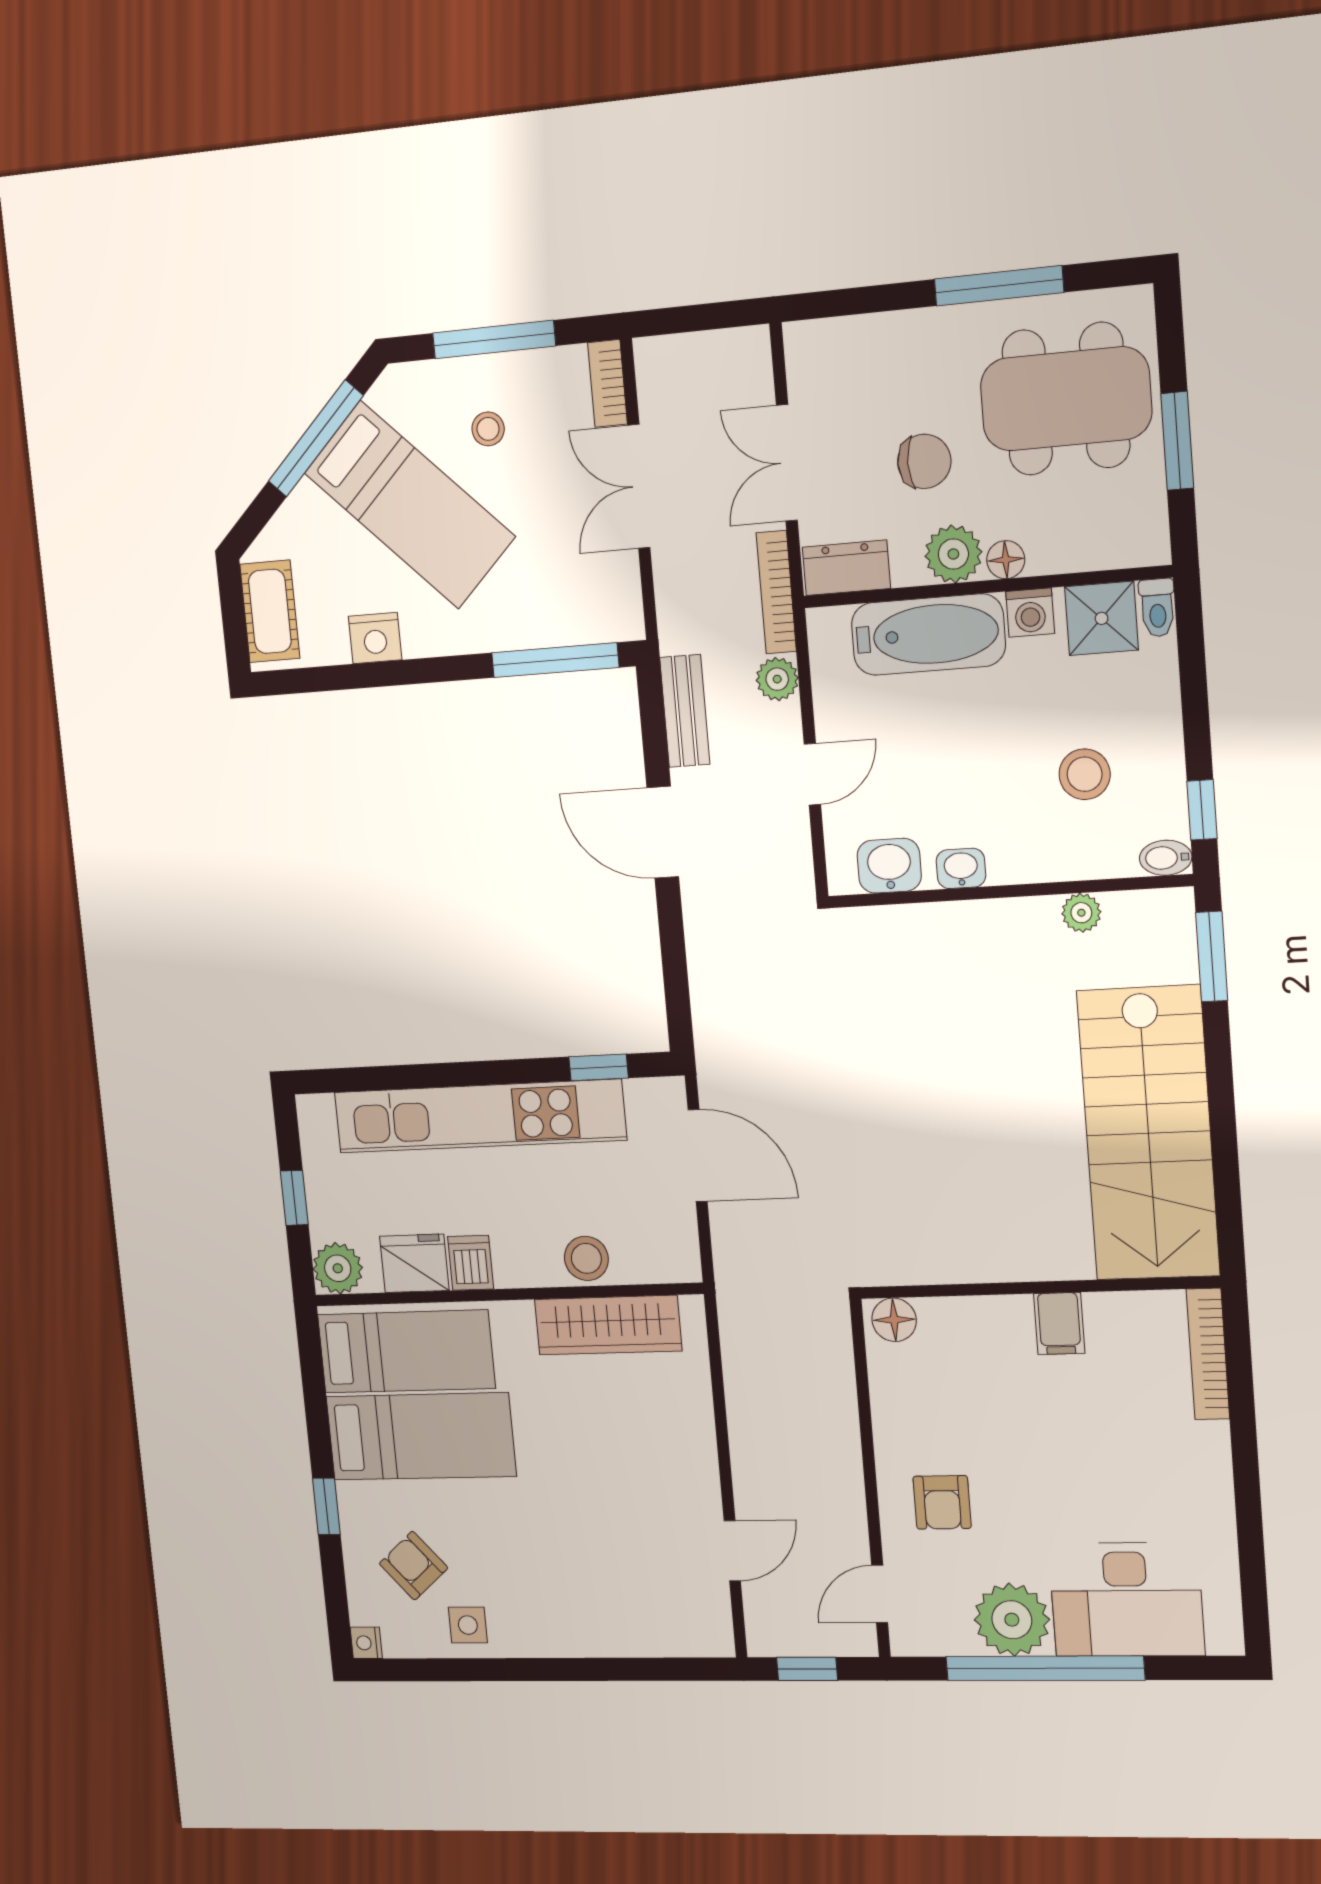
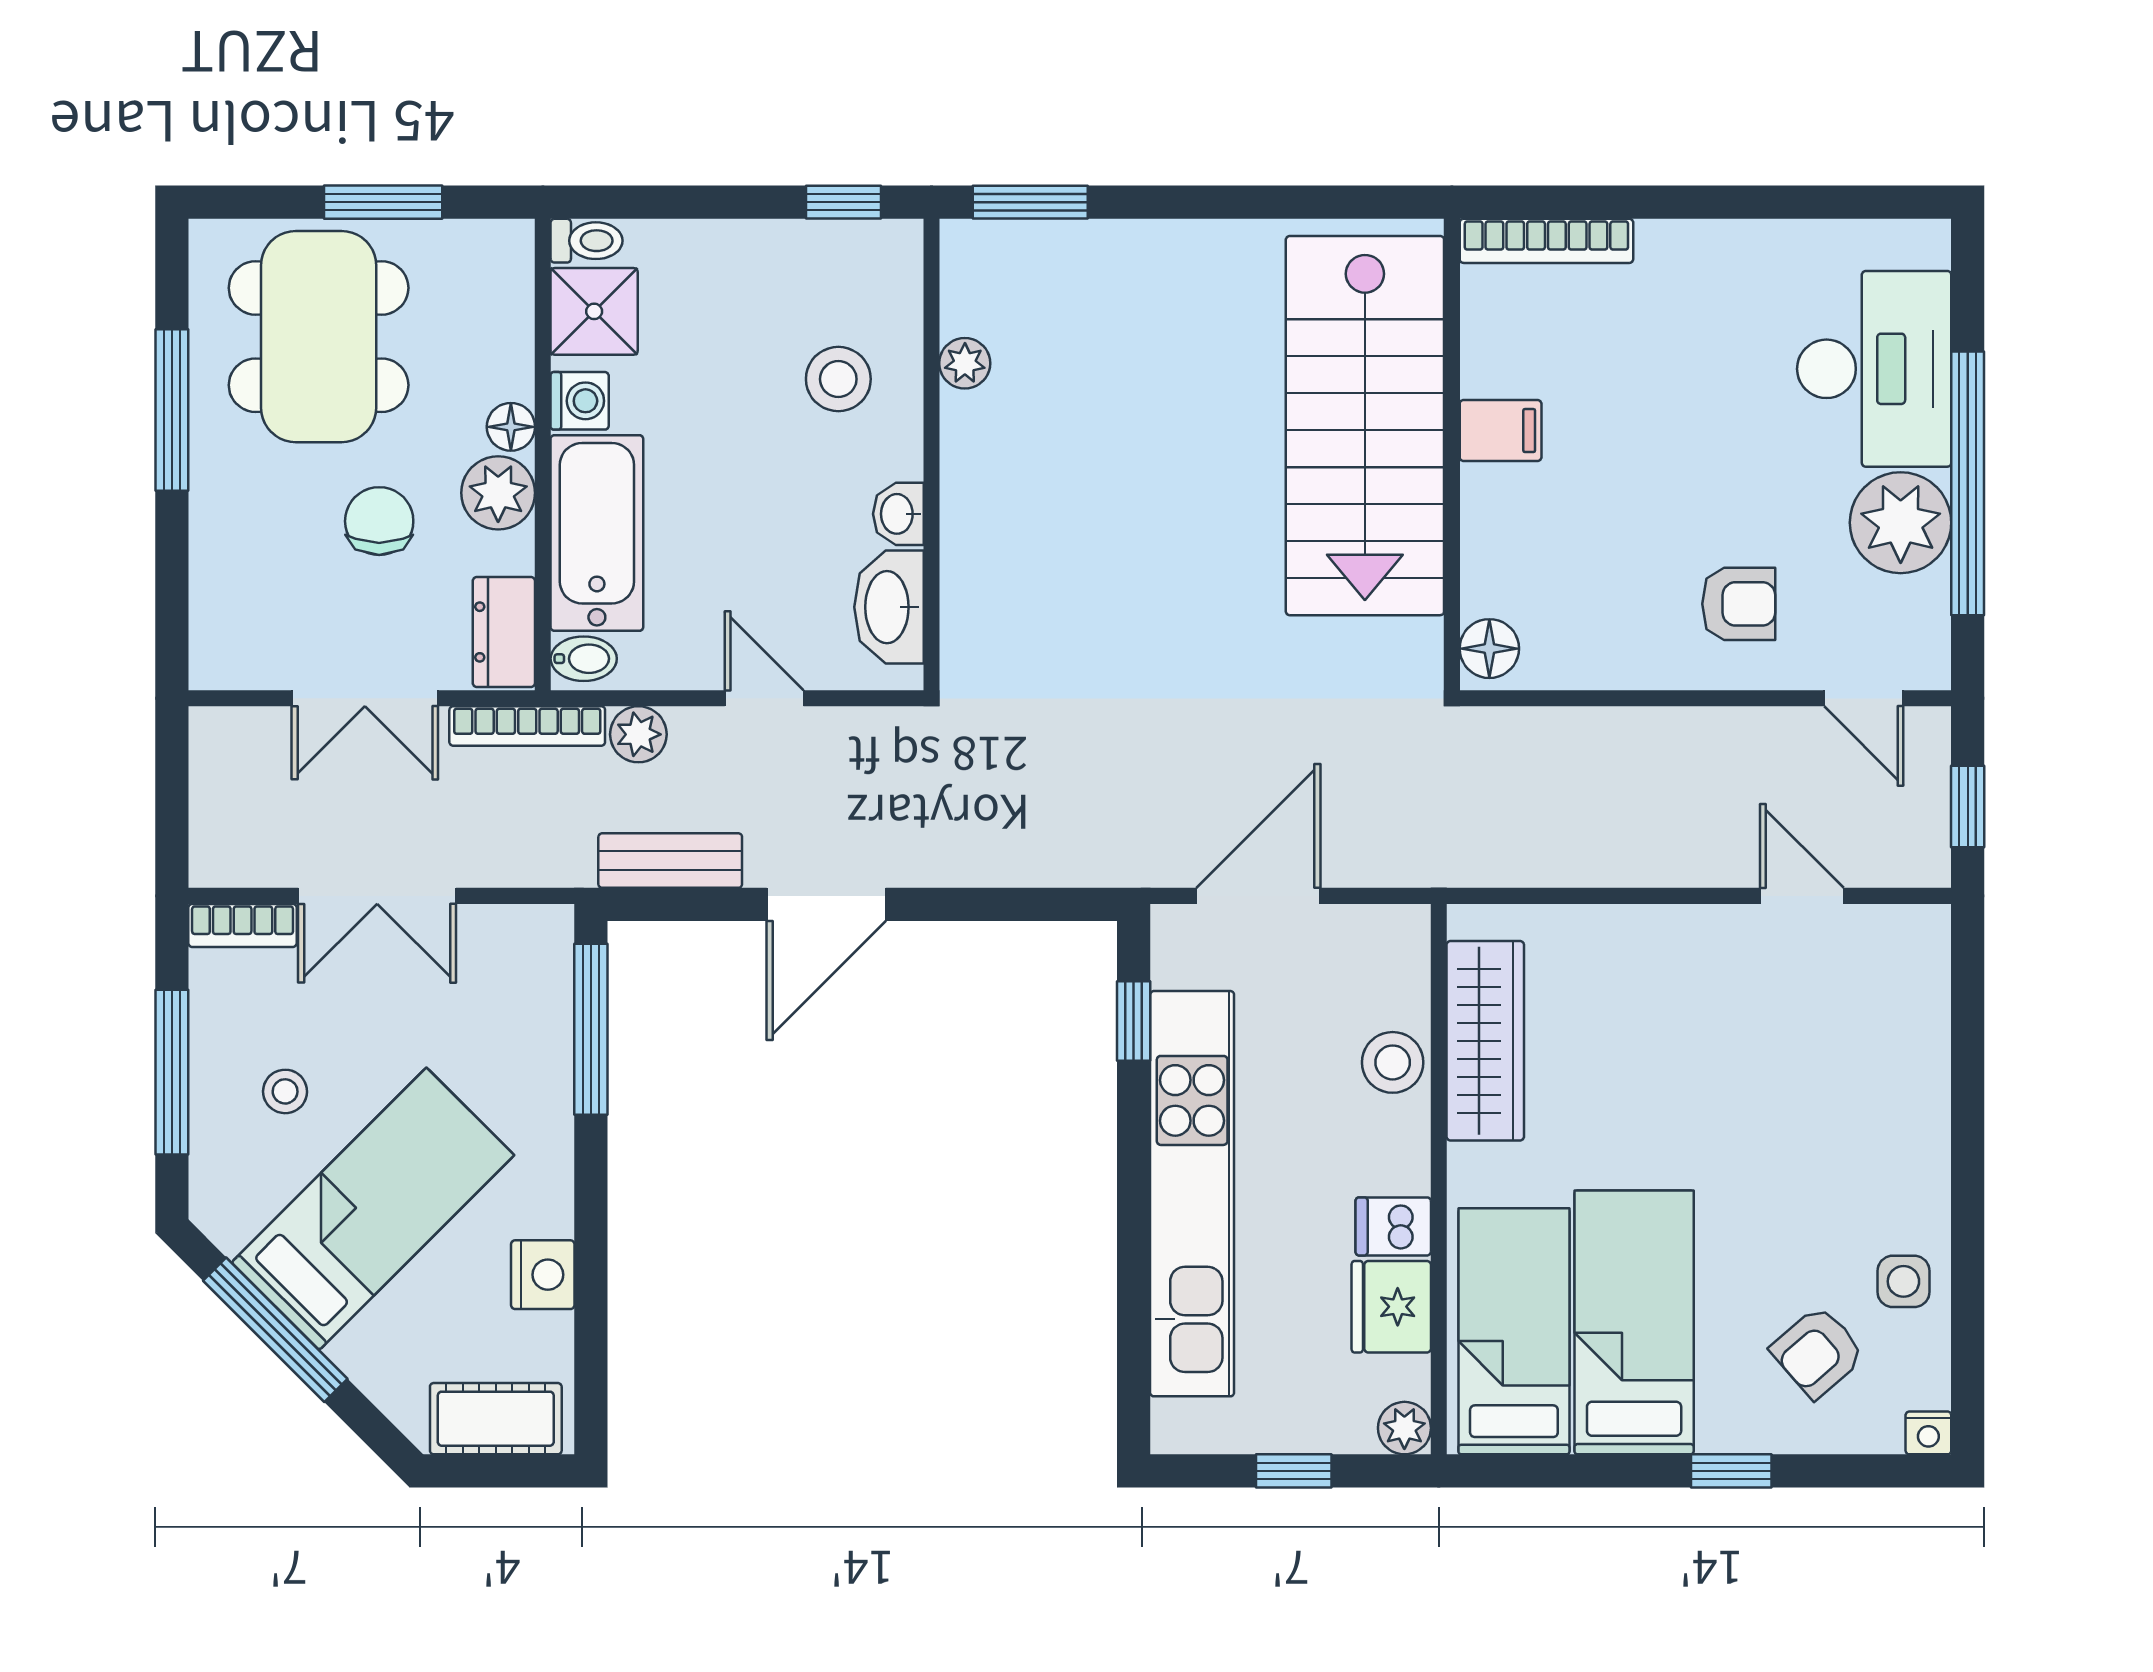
stool: (1085, 774) -> (838, 379), moved
bidet: (1166, 858) -> (584, 659), moved, turned -90
washbasin: (889, 866) -> (889, 607), width x1.38
stairs: (1148, 1133) -> (1365, 426), moved, turned 90
plant: (338, 1268) -> (1404, 1428), width x0.73, depth x0.73

